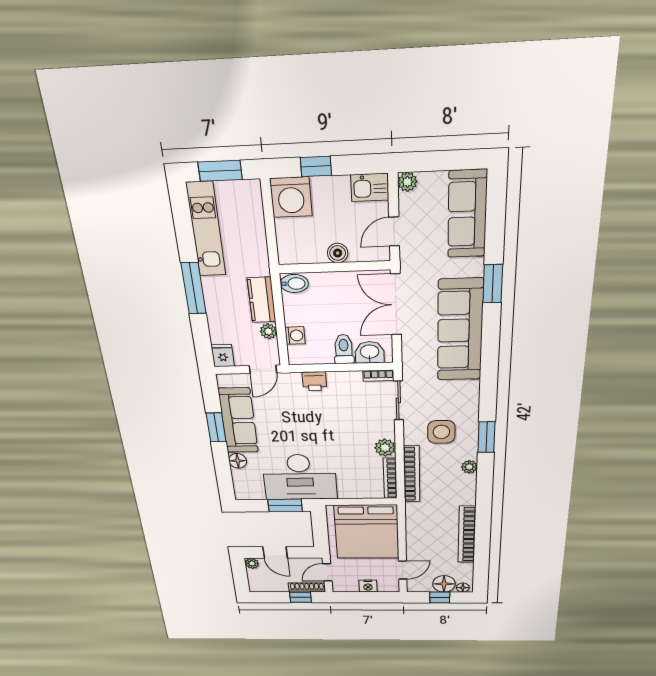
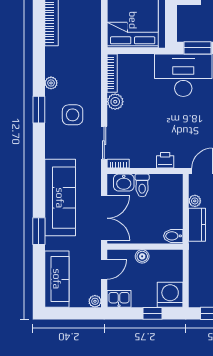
washing machine: (295, 335) -> (176, 197), removed
bookcase: (412, 474) -> (95, 77), removed

